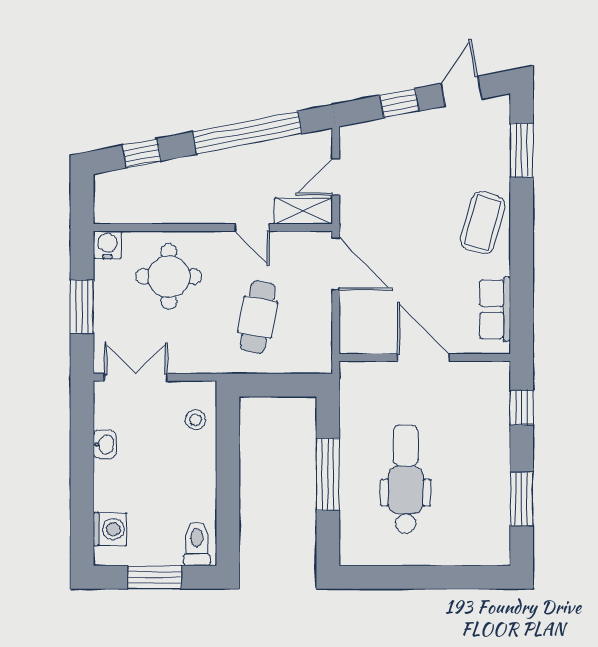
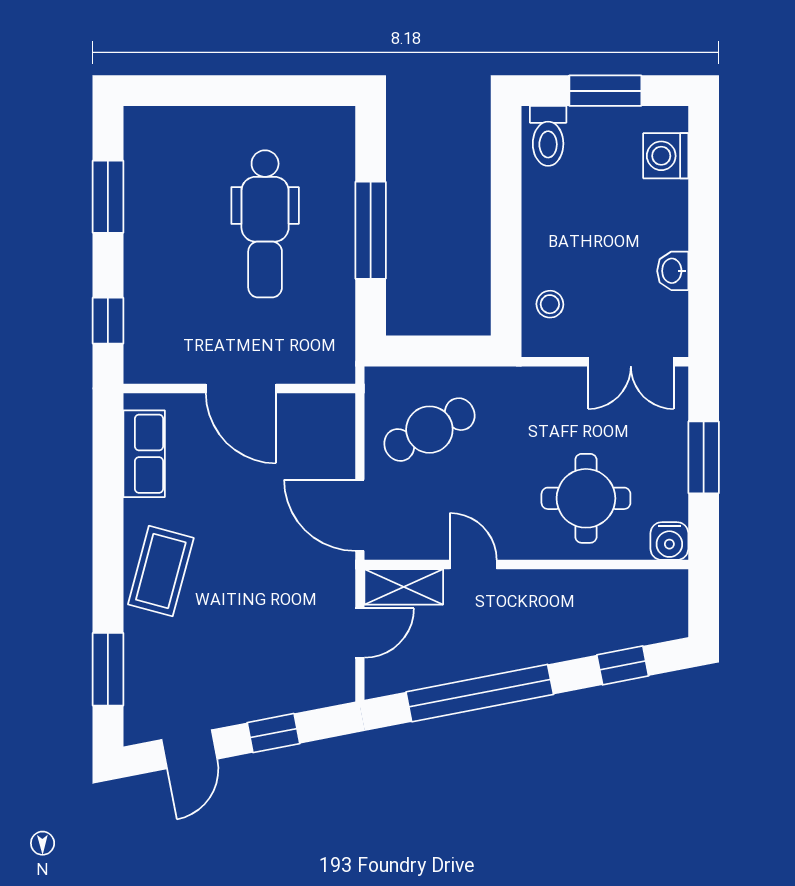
cafe table: (258, 317) -> (429, 430), moved, turned 53

